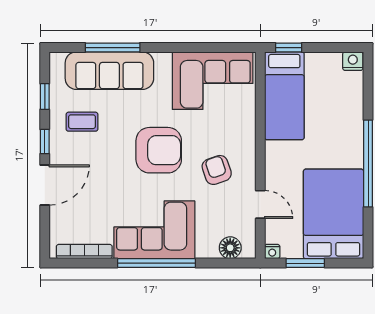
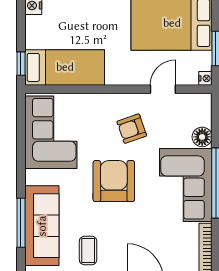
floor lamp: (230, 248) -> (202, 137), moved

